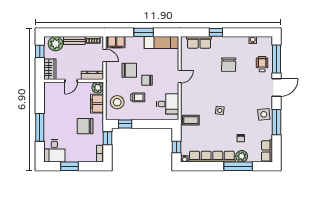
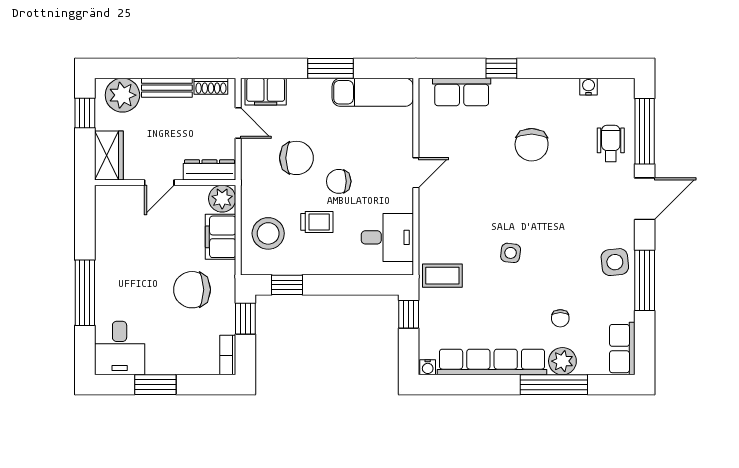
window: (177, 147) -> (409, 314), moved

